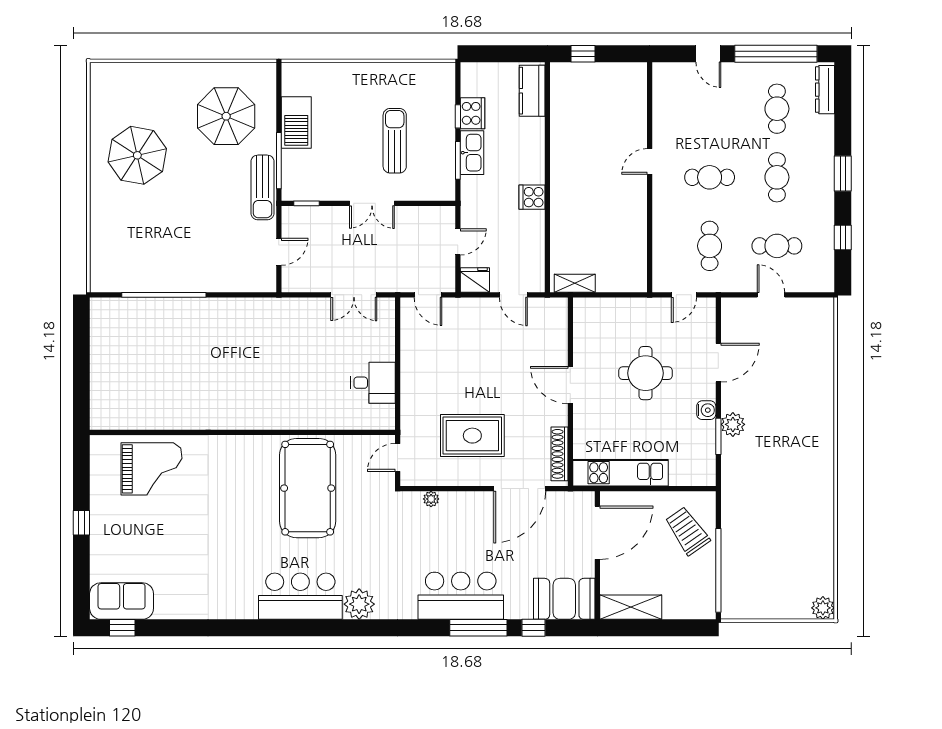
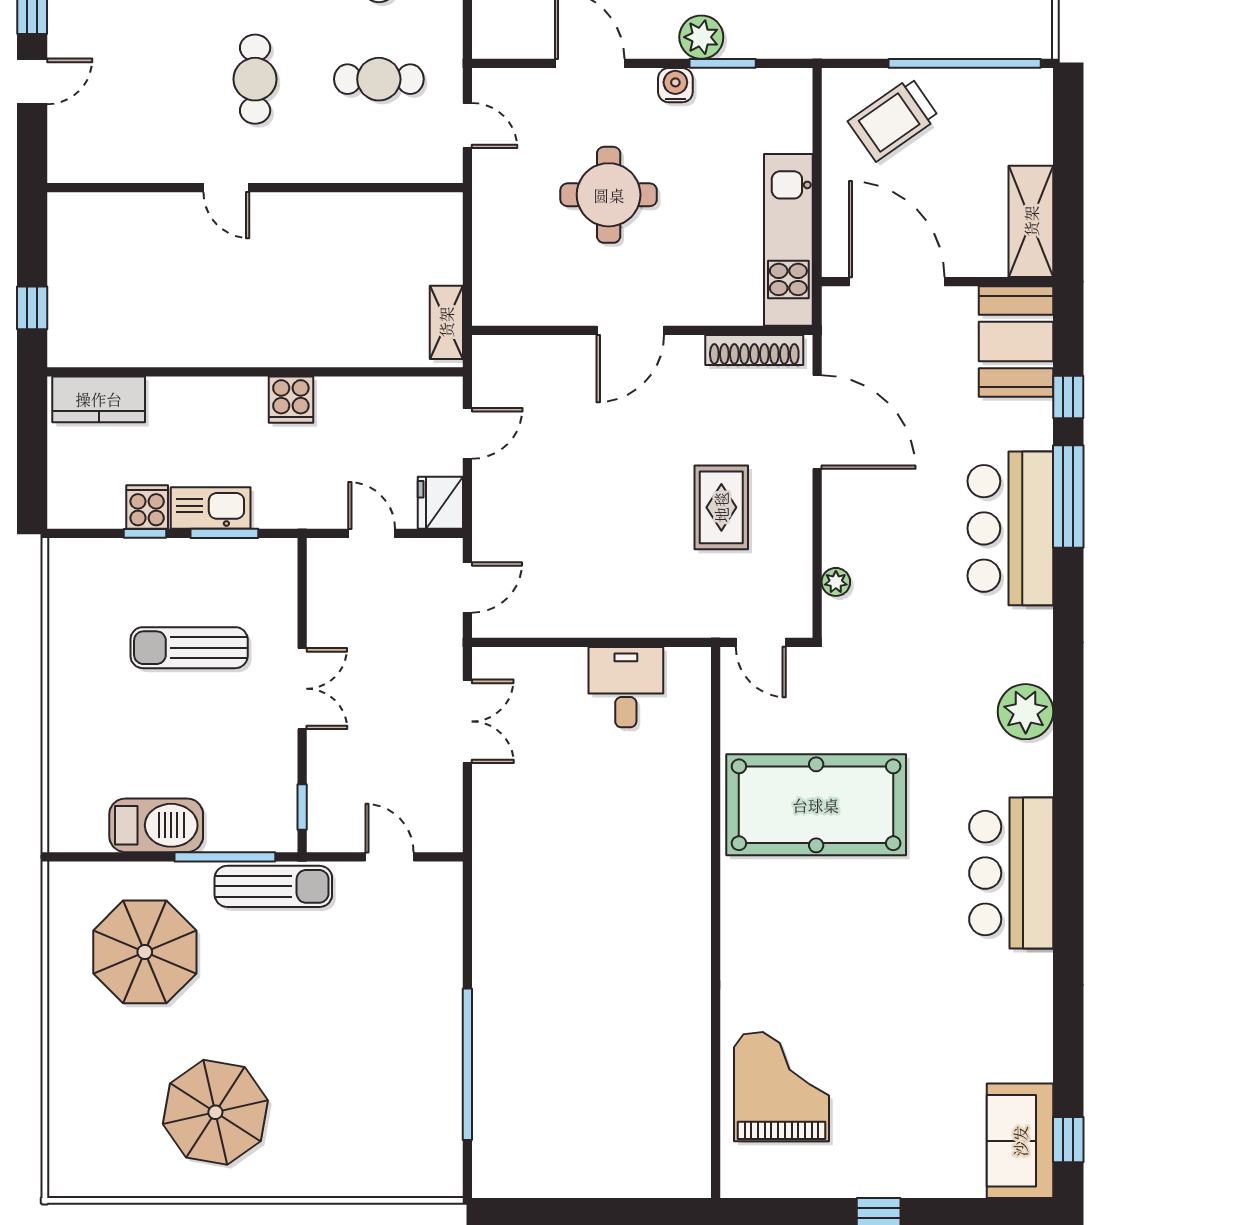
cooker: (473, 113) -> (147, 507), width x0.73
rug: (472, 436) -> (721, 507), width x0.73, depth x0.70
bar counter: (300, 596) -> (1011, 873), moved

